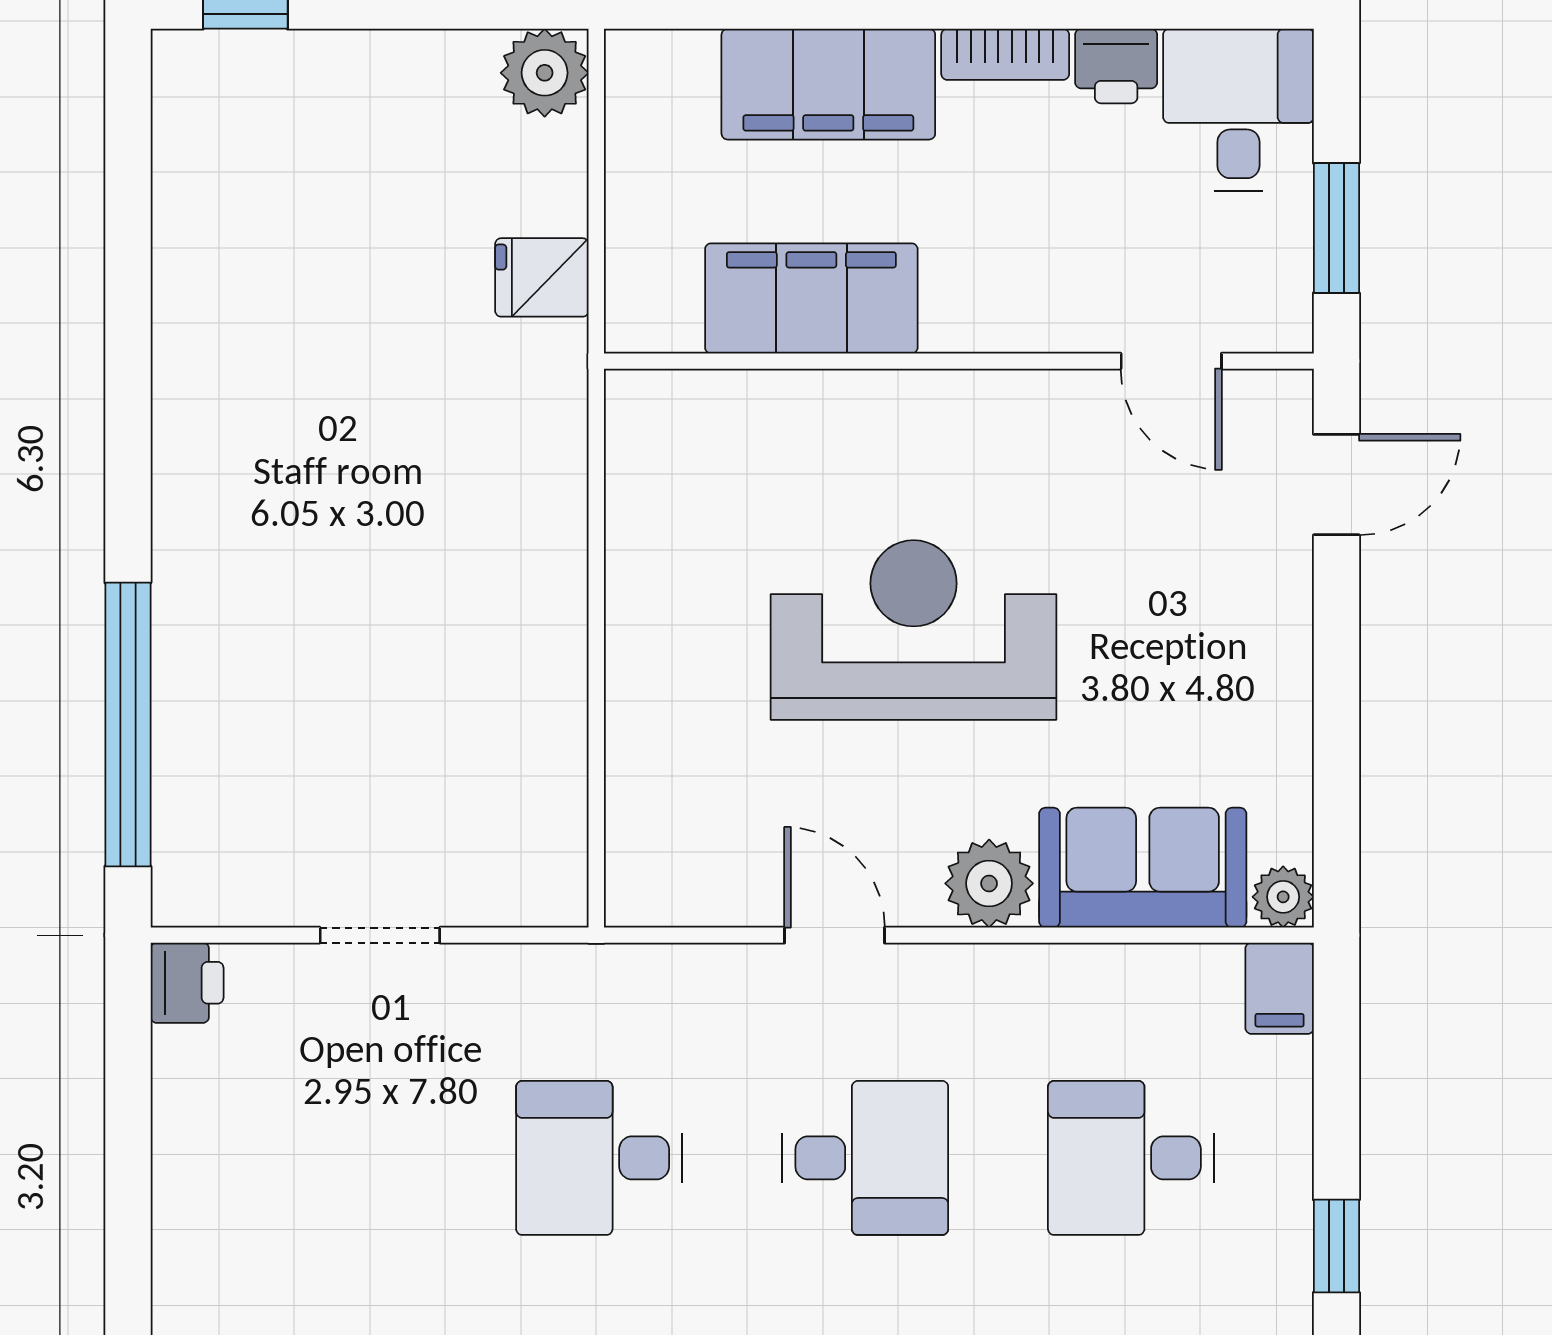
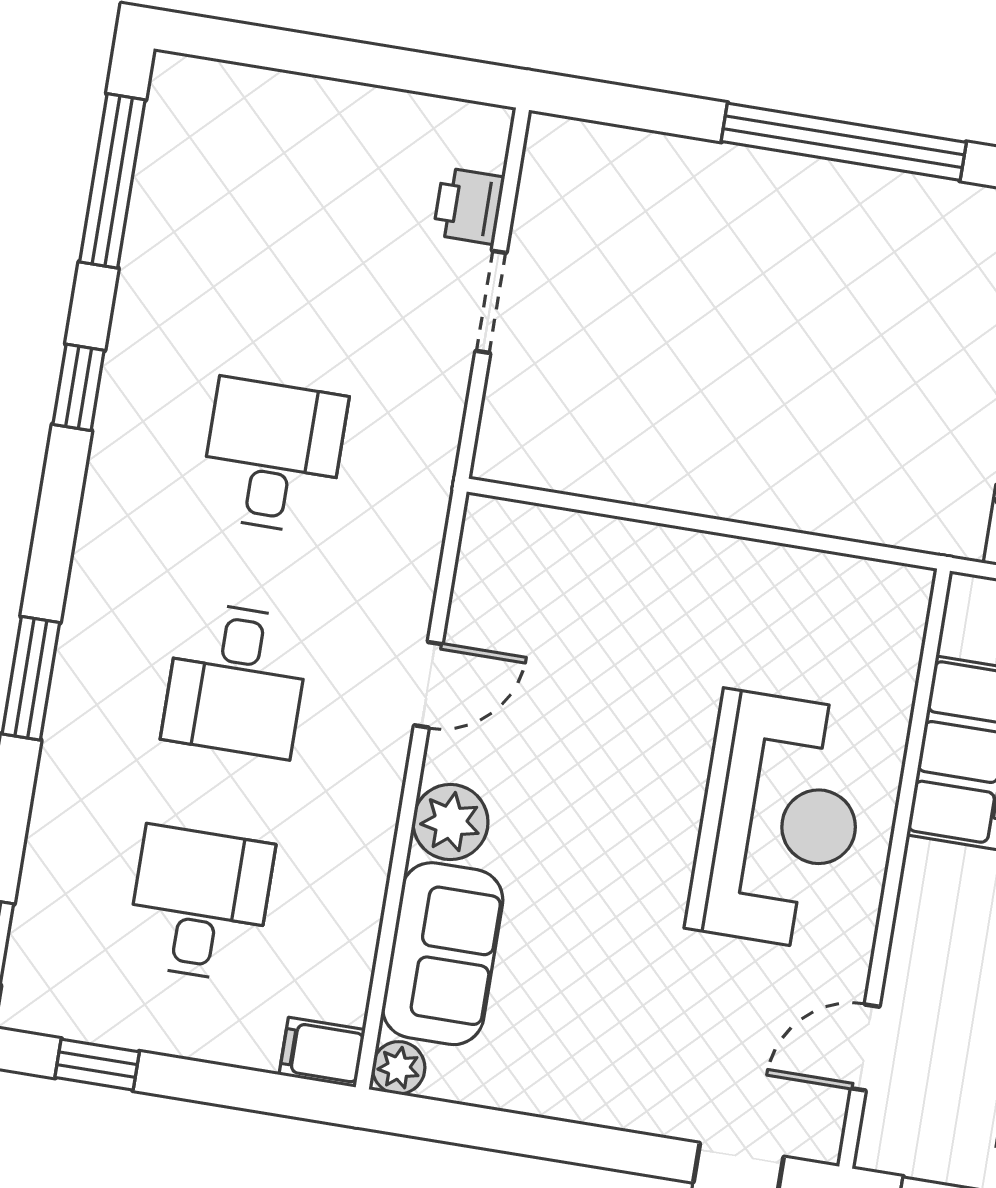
reception desk: (914, 630) -> (779, 820), moved
window: (128, 725) -> (844, 142), moved
printer: (187, 983) -> (469, 206), moved, turned 90

